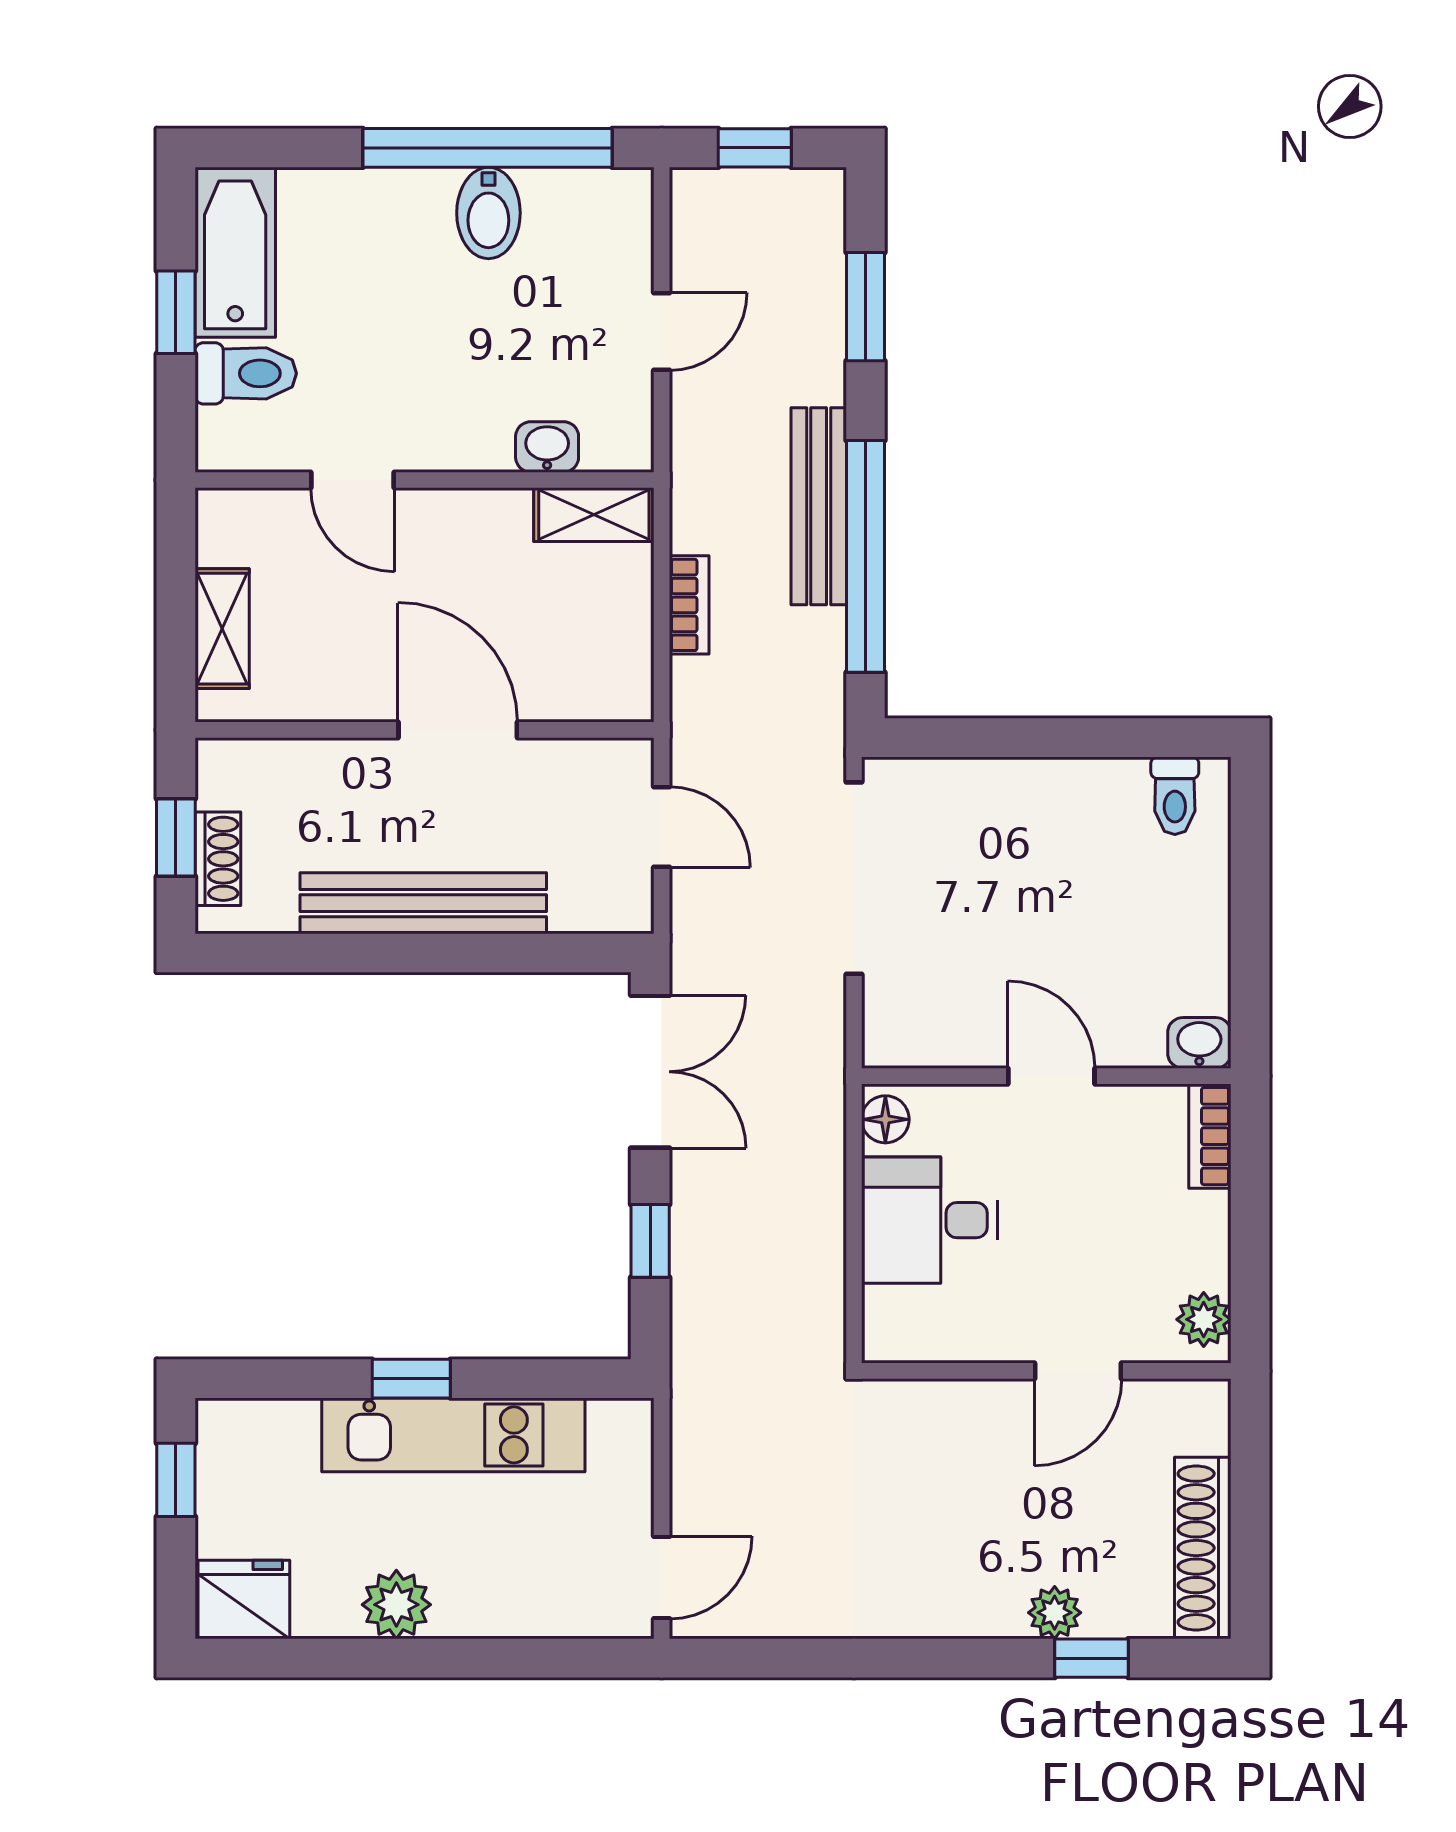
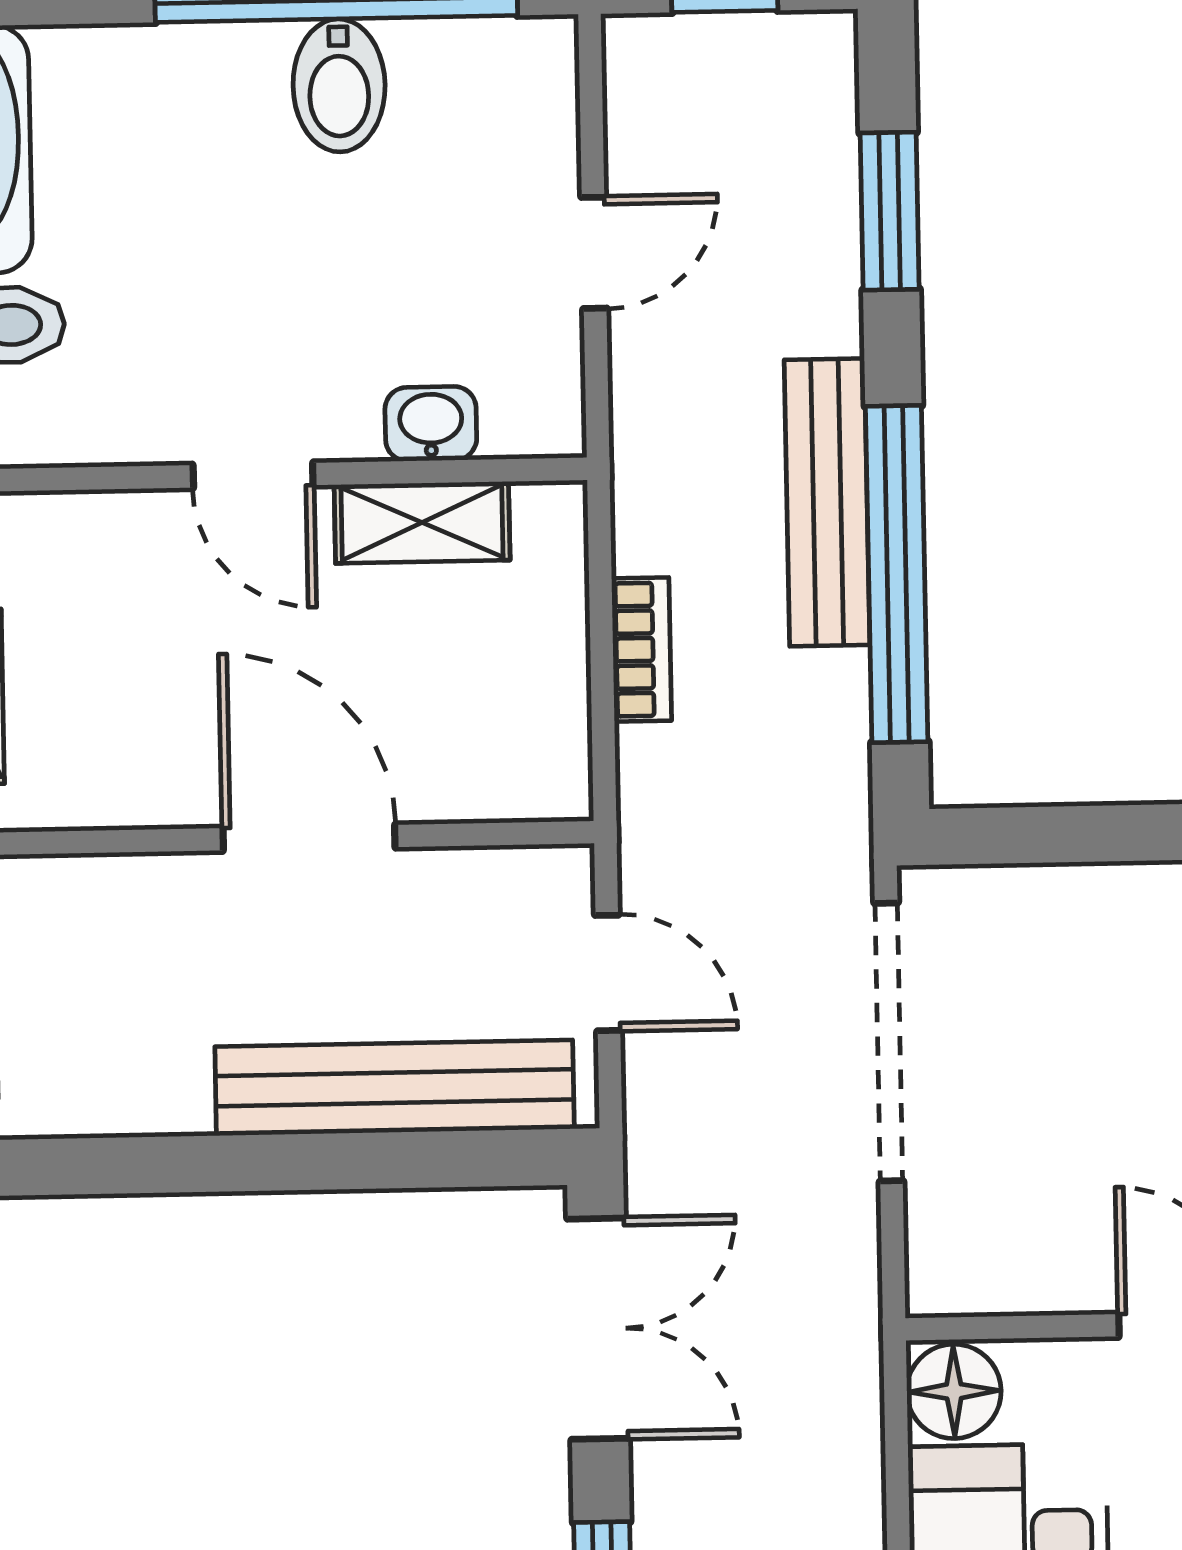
door: (353, 480) -> (253, 475), moved
shelving: (594, 515) -> (422, 522), moved
bench: (423, 903) -> (395, 1088), moved
floor lamp: (885, 1119) -> (954, 1391), width x1.37, depth x1.37

